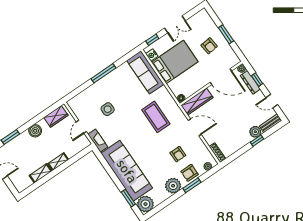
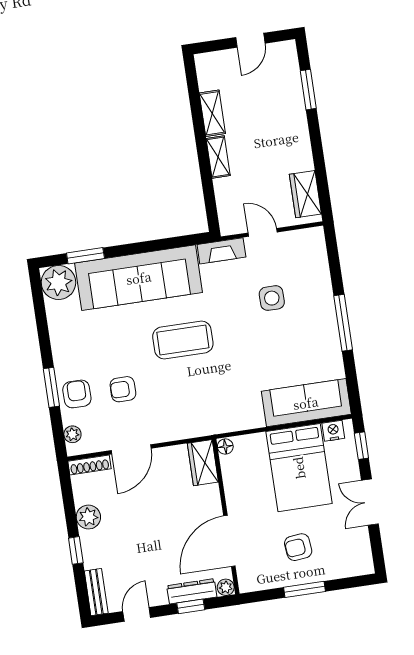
wardrobe: (197, 101) -> (203, 463), width x0.67
coffee table: (156, 117) -> (183, 340), moved
door: (195, 127) -> (131, 449), moved
boiler: (35, 131) -> (297, 142), removed
plant: (255, 132) -> (88, 517), moved
plant: (173, 186) -> (68, 351), removed

